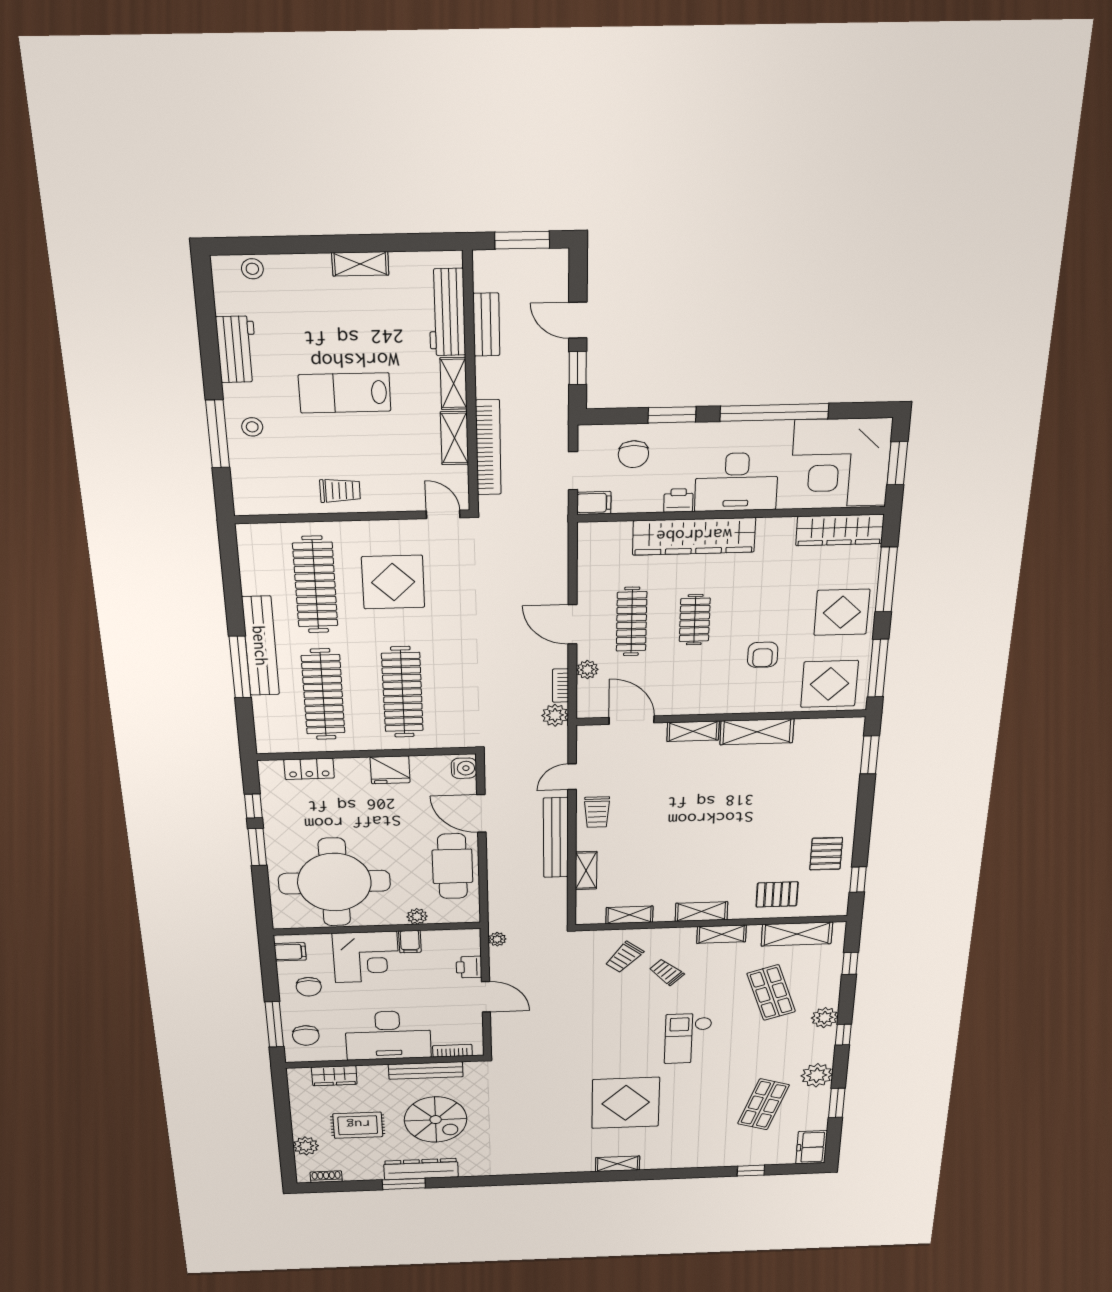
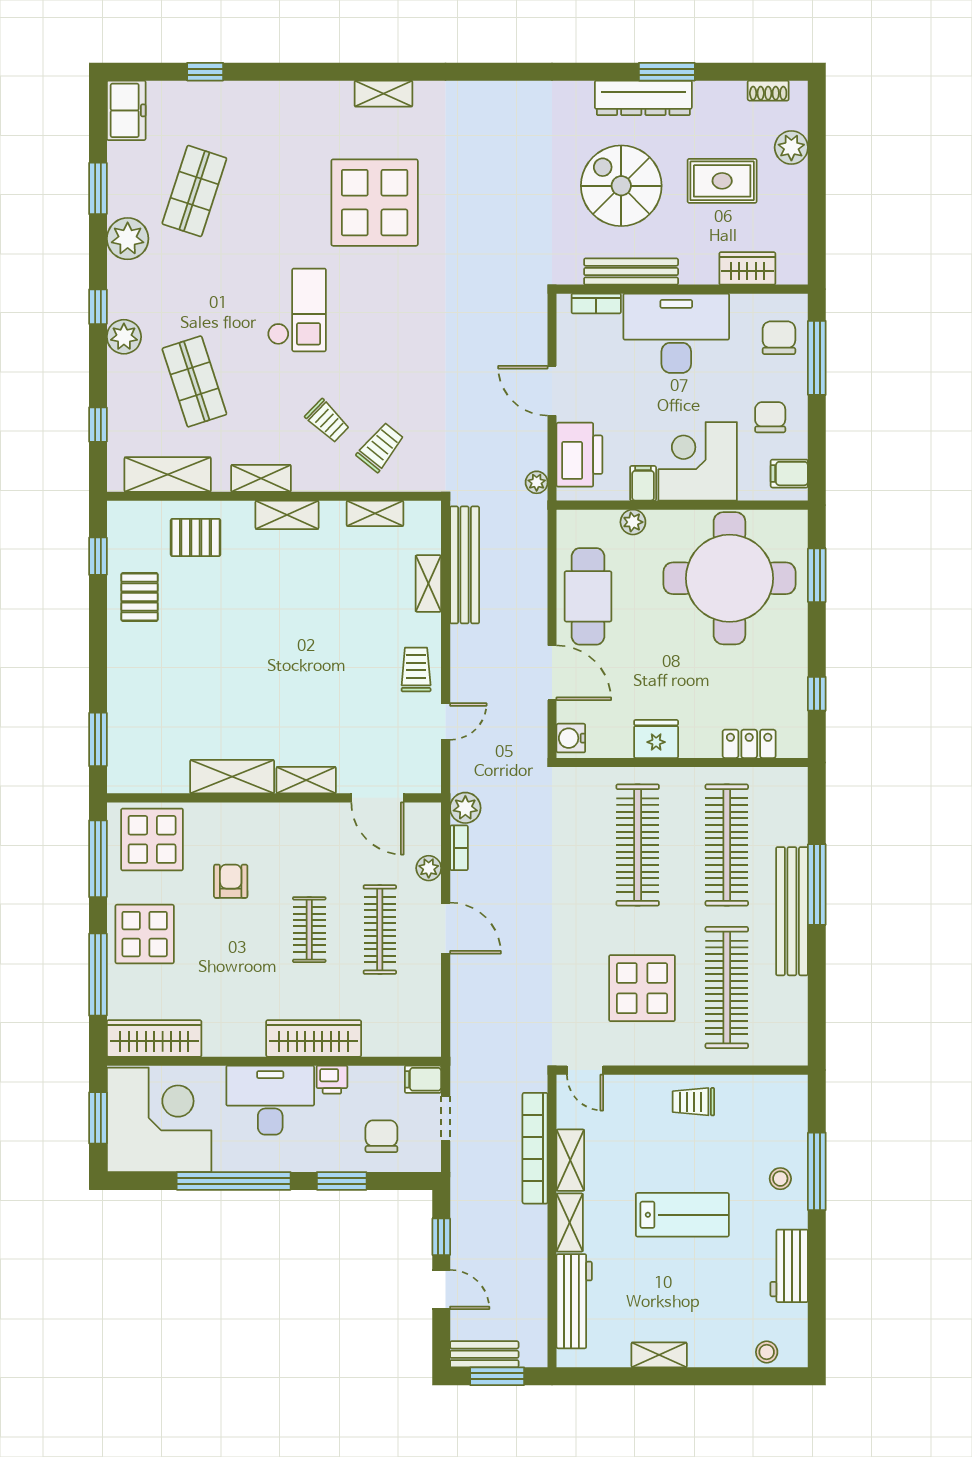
bench: (486, 325) -> (484, 1354), moved, turned 90
wardrobe: (694, 536) -> (314, 1038), width x0.71, depth x0.85
bench: (556, 838) -> (465, 565), moved
window: (257, 847) -> (817, 575), moved
printer: (469, 967) -> (579, 455), width x1.87, depth x1.48

